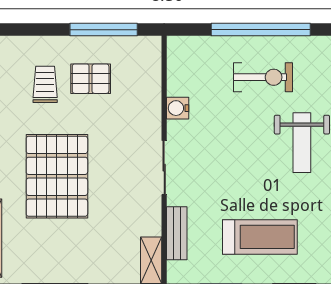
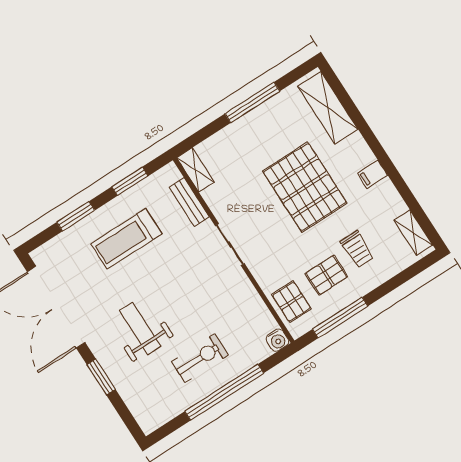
pallet: (140, 75) -> (291, 302), added
exercise bike: (263, 77) -> (200, 358), turned 180
water cooler: (178, 108) -> (277, 340), moved, turned 90

